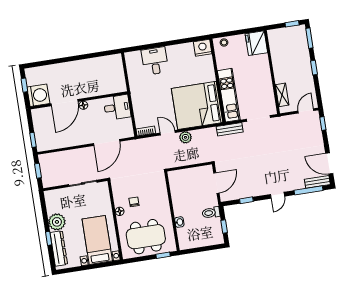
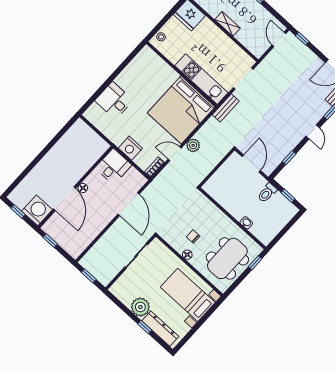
nightstand: (203, 48) -> (130, 148), moved, turned -90
shelving: (282, 95) -> (227, 24), moved
window: (33, 140) -> (50, 241), moved

